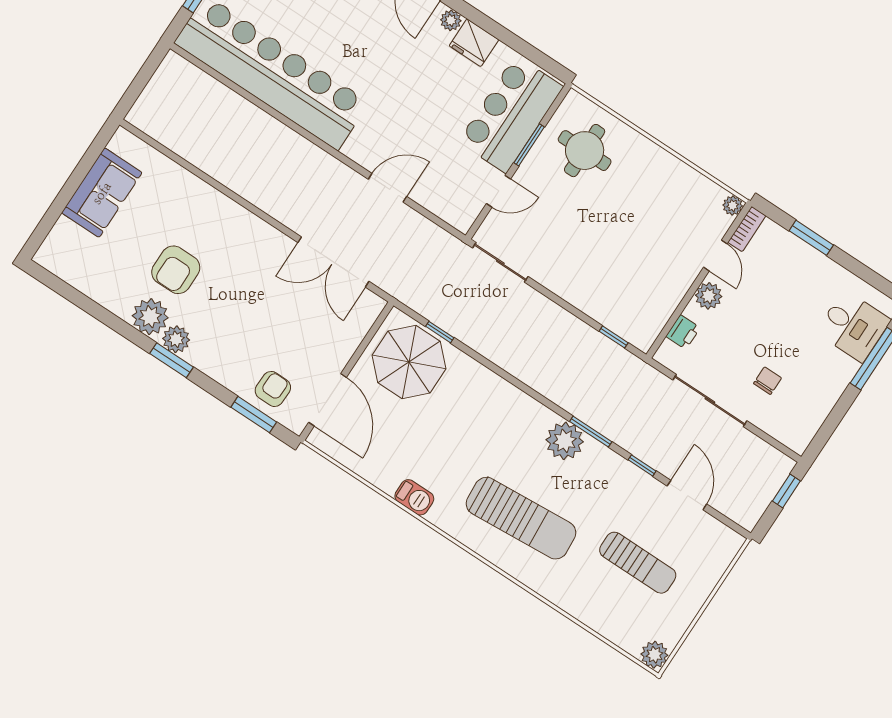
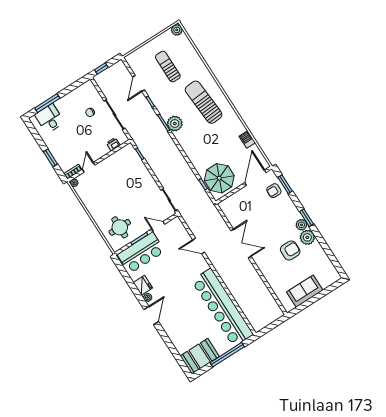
double door: (333, 262) -> (241, 244), moved
plant: (709, 296) -> (98, 153), removed
barbecue: (414, 497) -> (247, 139), moved

